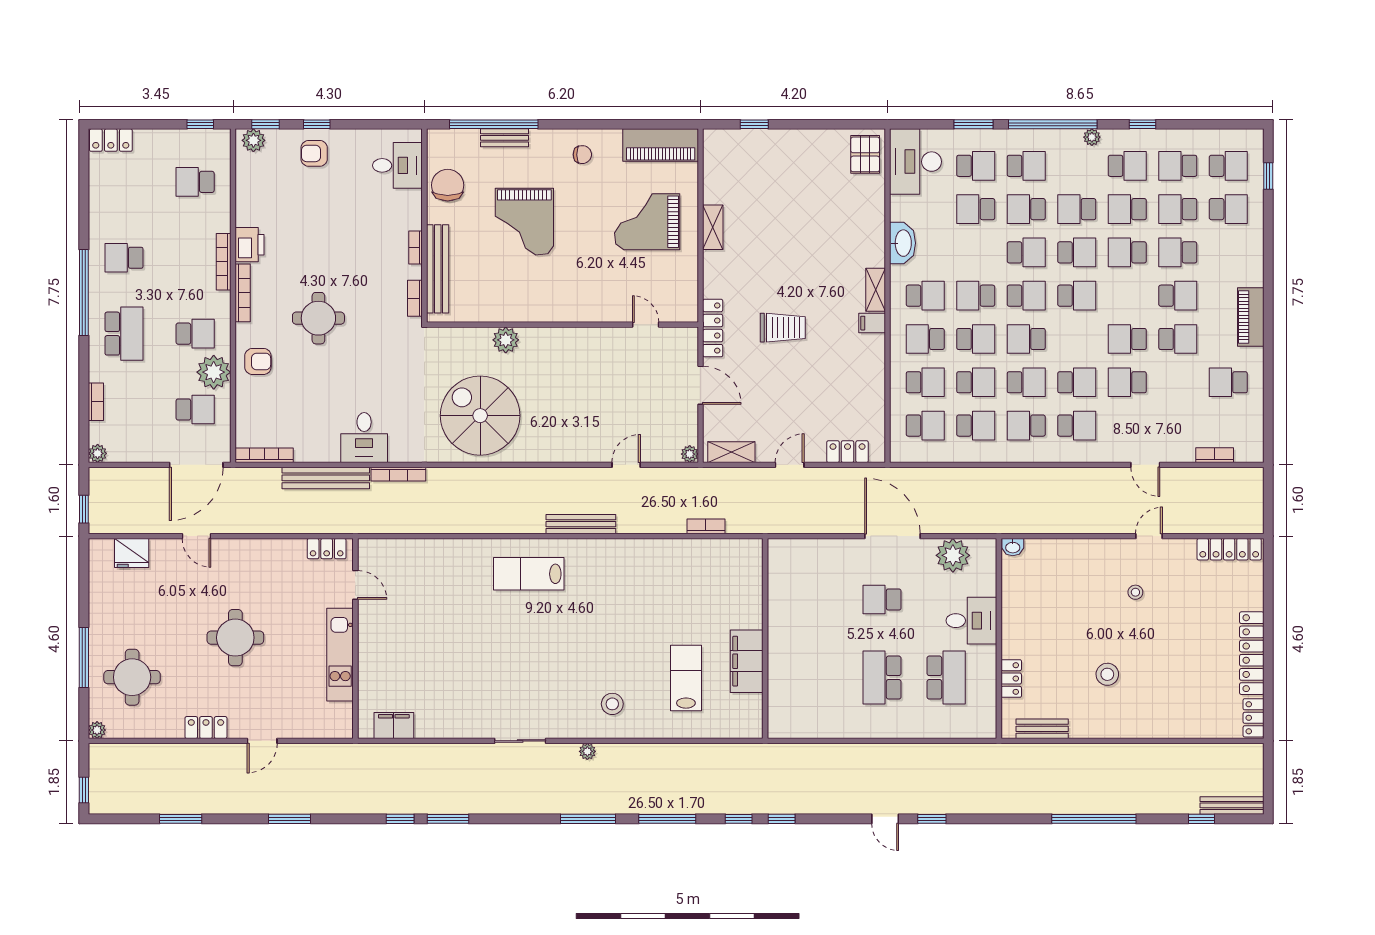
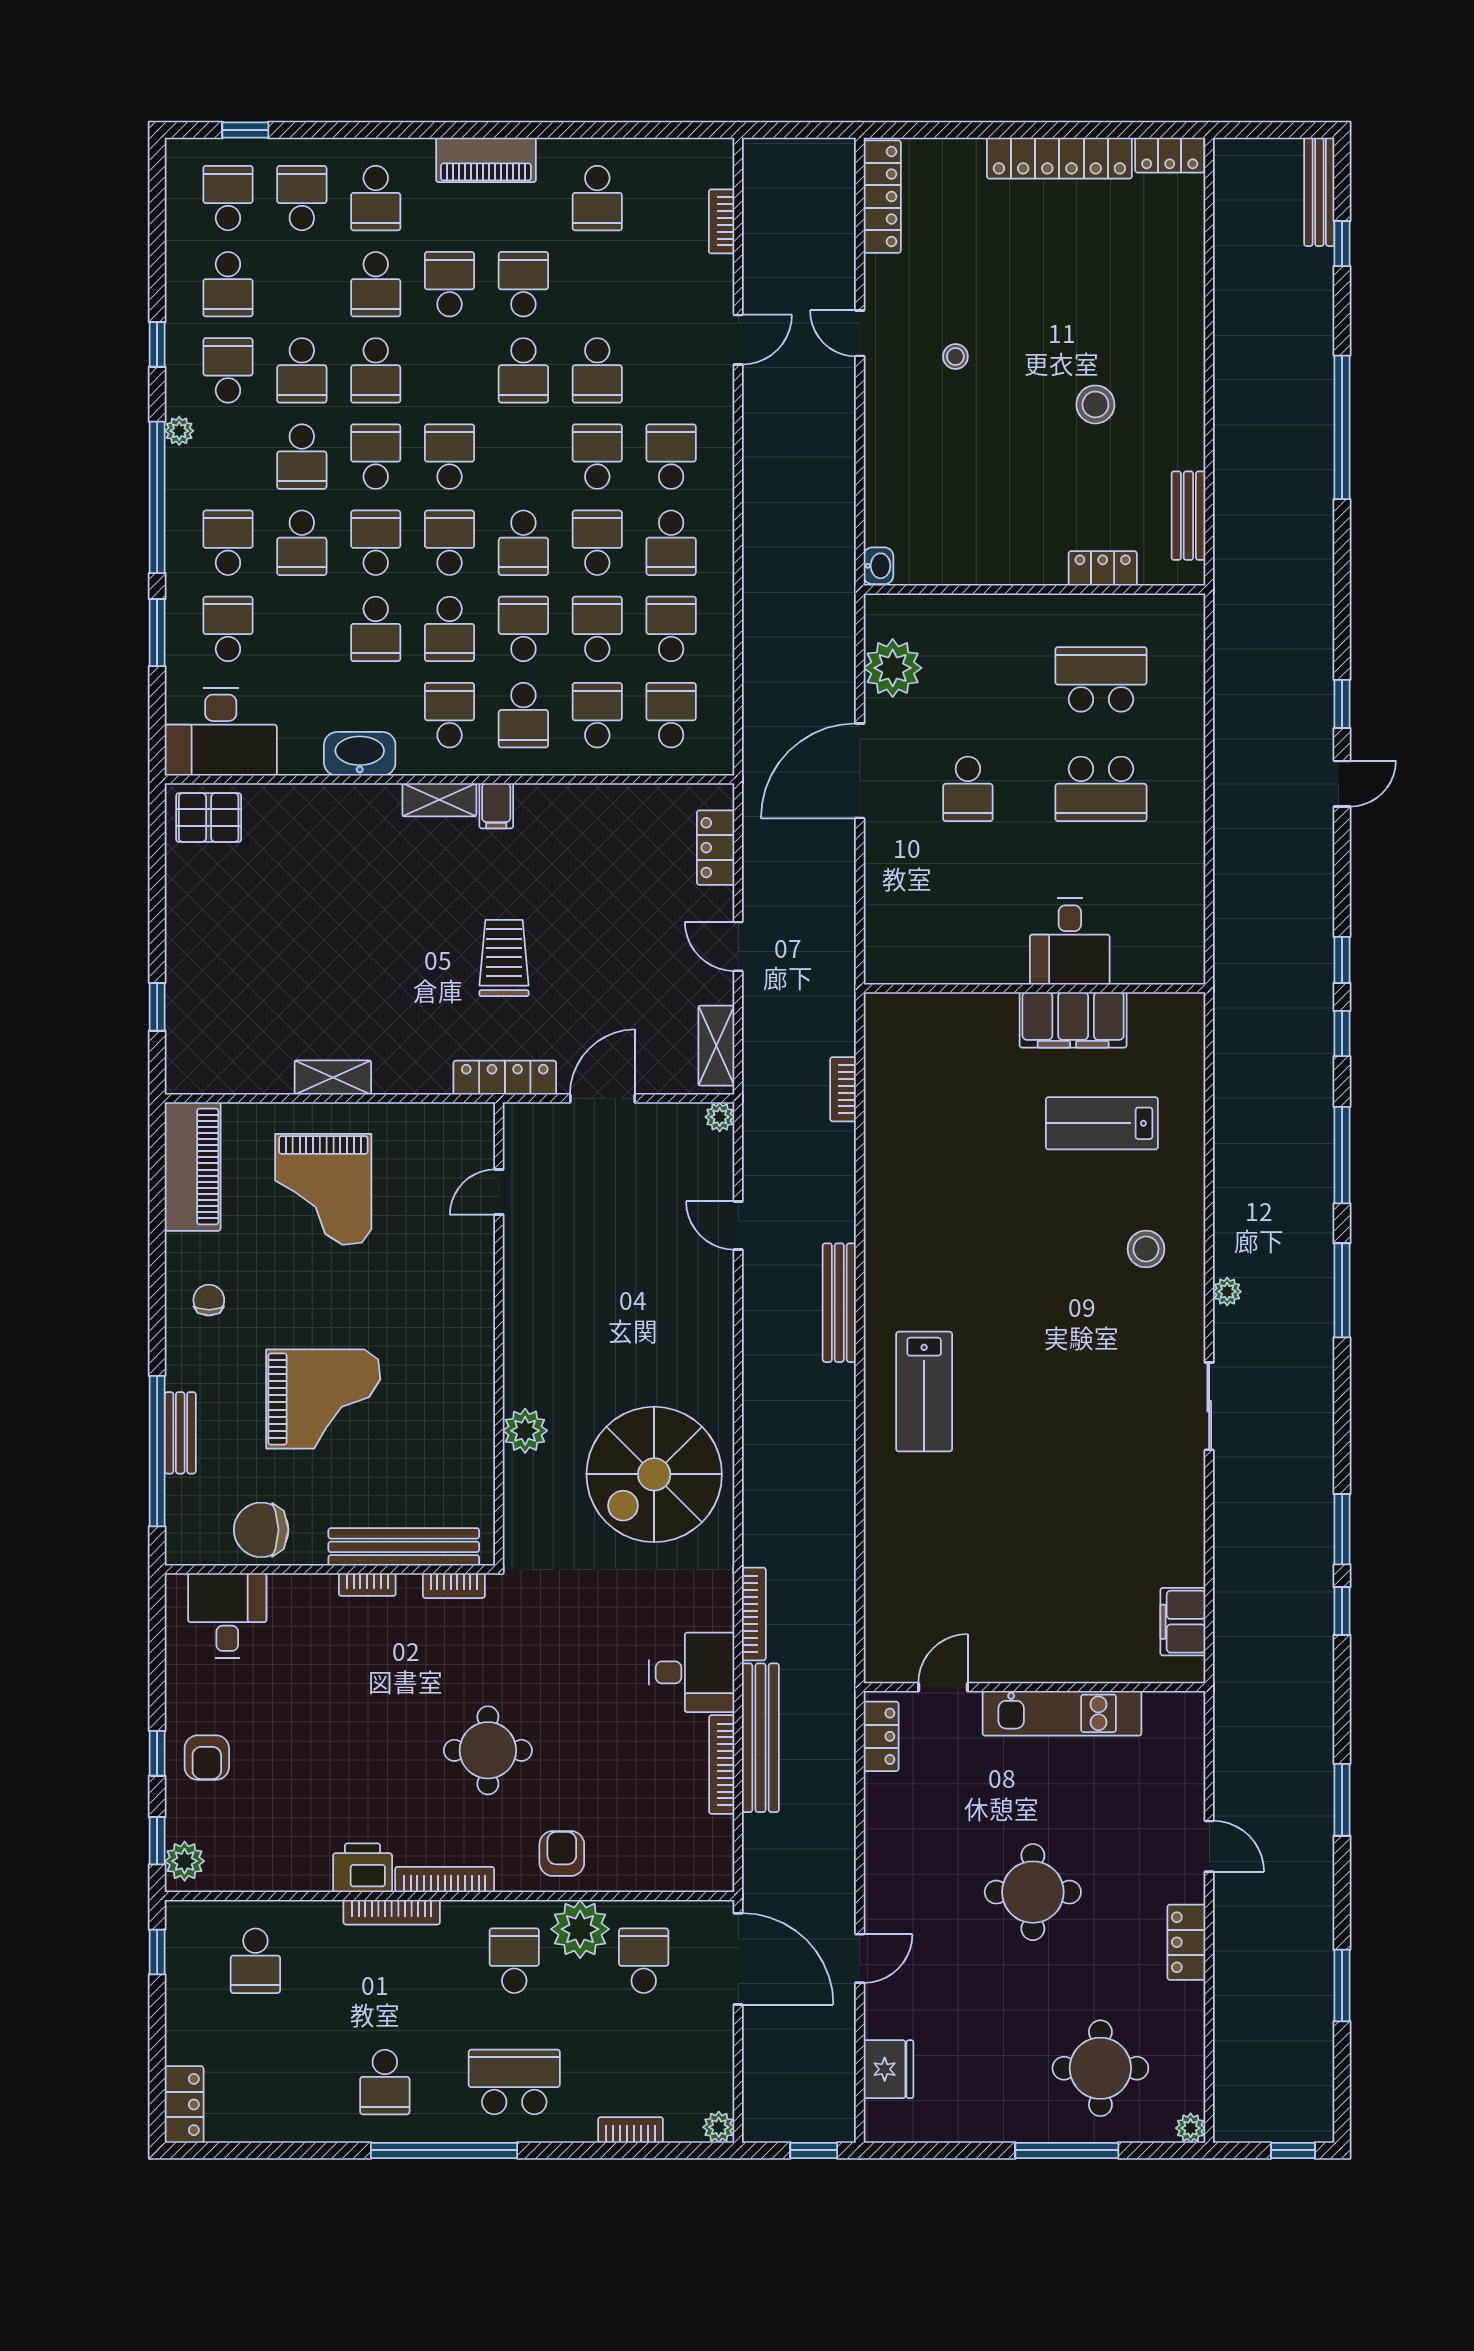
school desk: (976, 209) -> (376, 629), moved
school desk: (1178, 209) -> (376, 198), moved
bookcase: (264, 455) -> (722, 1765), moved
desk: (971, 621) -> (1070, 941), moved, turned 180

